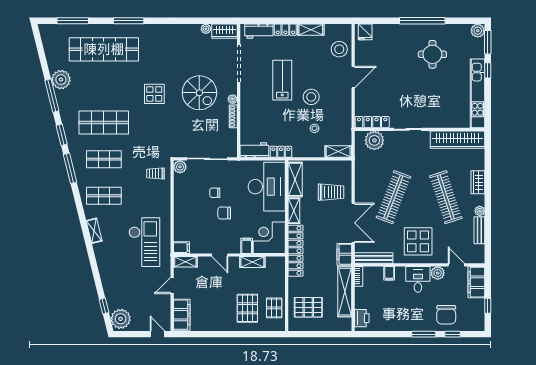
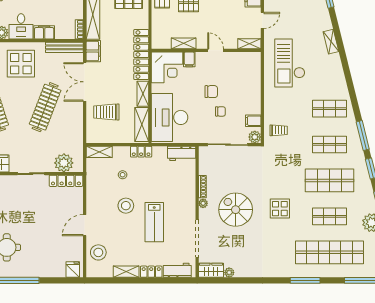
shop shelf: (104, 86) -> (330, 216), added
locker: (281, 152) -> (141, 152), moved
shelving: (94, 231) -> (331, 42), moved
filing cabinet: (181, 248) -> (253, 121), moved
filing cabinet: (389, 273) -> (44, 32), width x2.00

